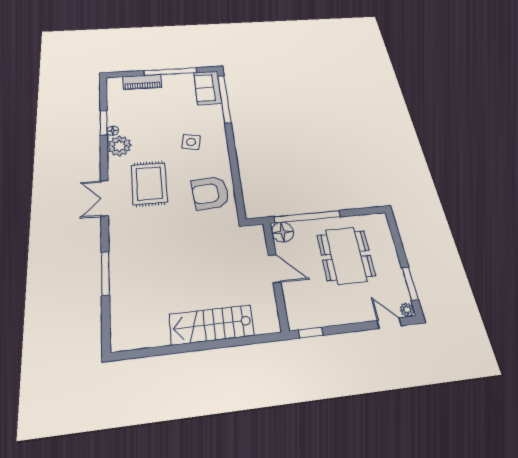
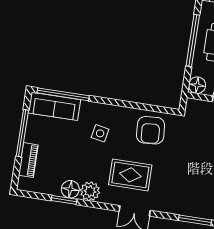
sofa: (208, 88) -> (54, 106), width x1.36
floor lamp: (113, 131) -> (70, 189), width x1.89, depth x1.89
window: (307, 217) -> (193, 41), moved

